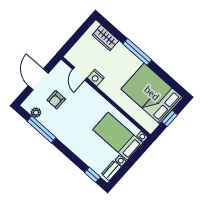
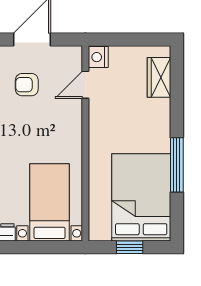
window: (137, 52) -> (177, 165), moved
nightstand: (96, 78) -> (98, 57), moved

